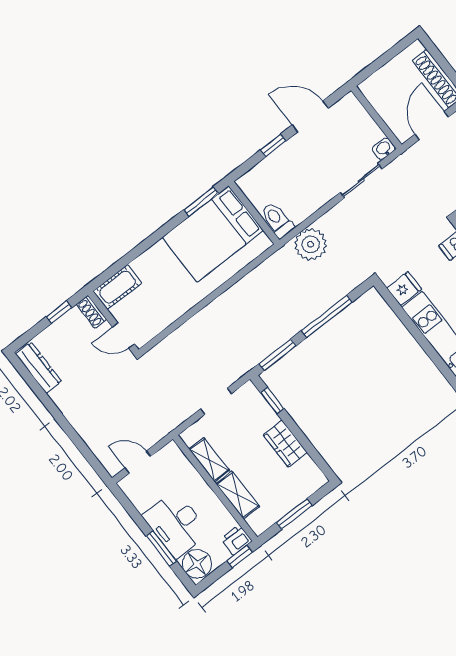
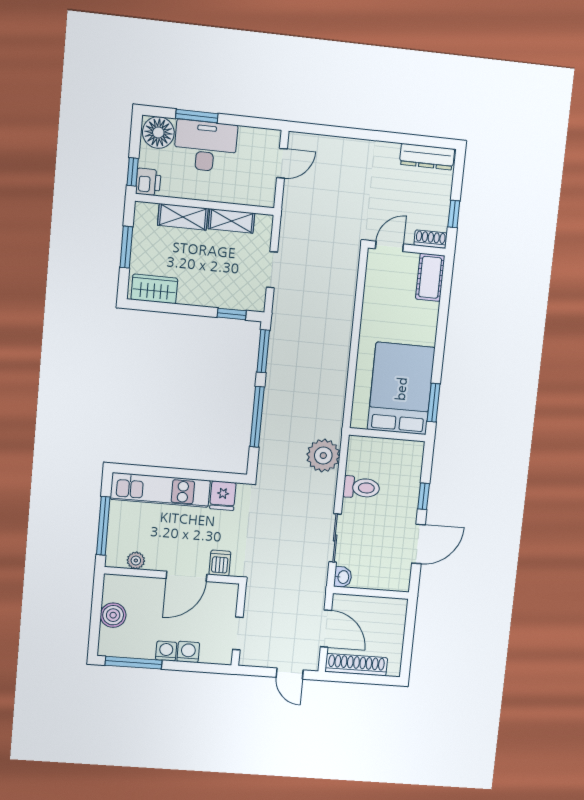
toilet: (277, 220) -> (361, 488), moved
wardrobe: (285, 444) -> (154, 289), moved

